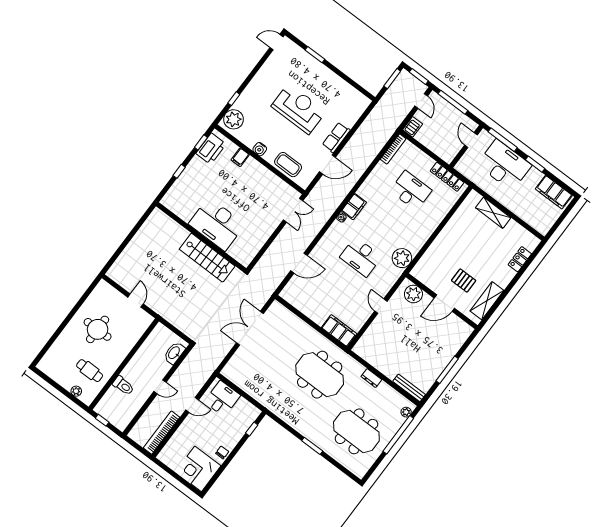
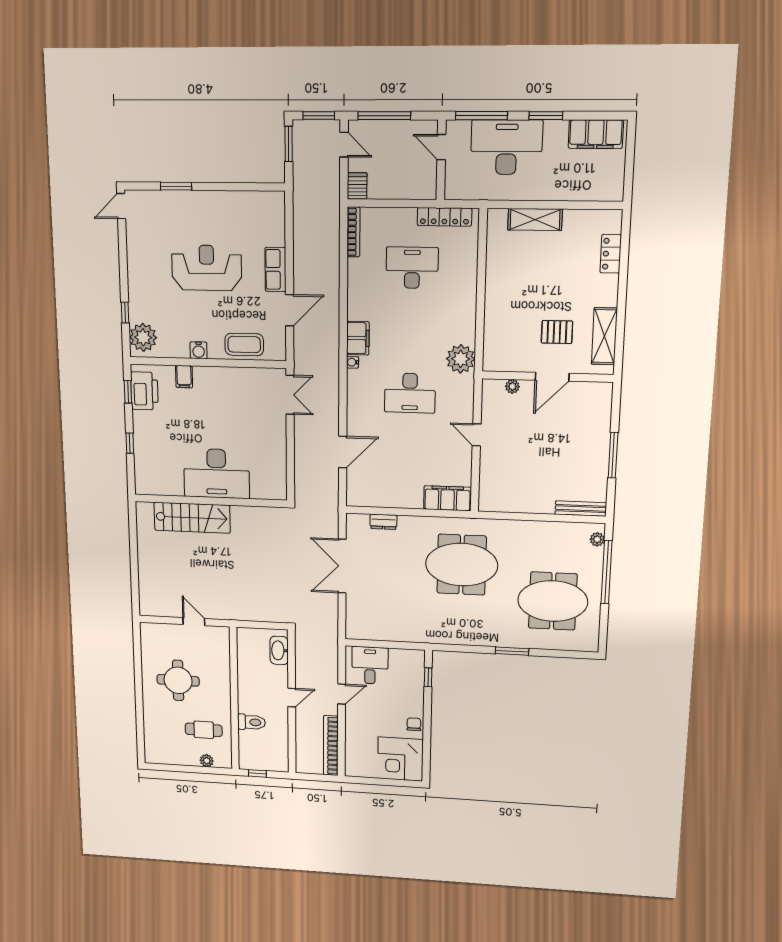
stairs: (207, 258) -> (192, 518), moved
plant: (413, 294) -> (512, 386), width x0.53, depth x0.53
dresser: (371, 378) -> (383, 522), moved

